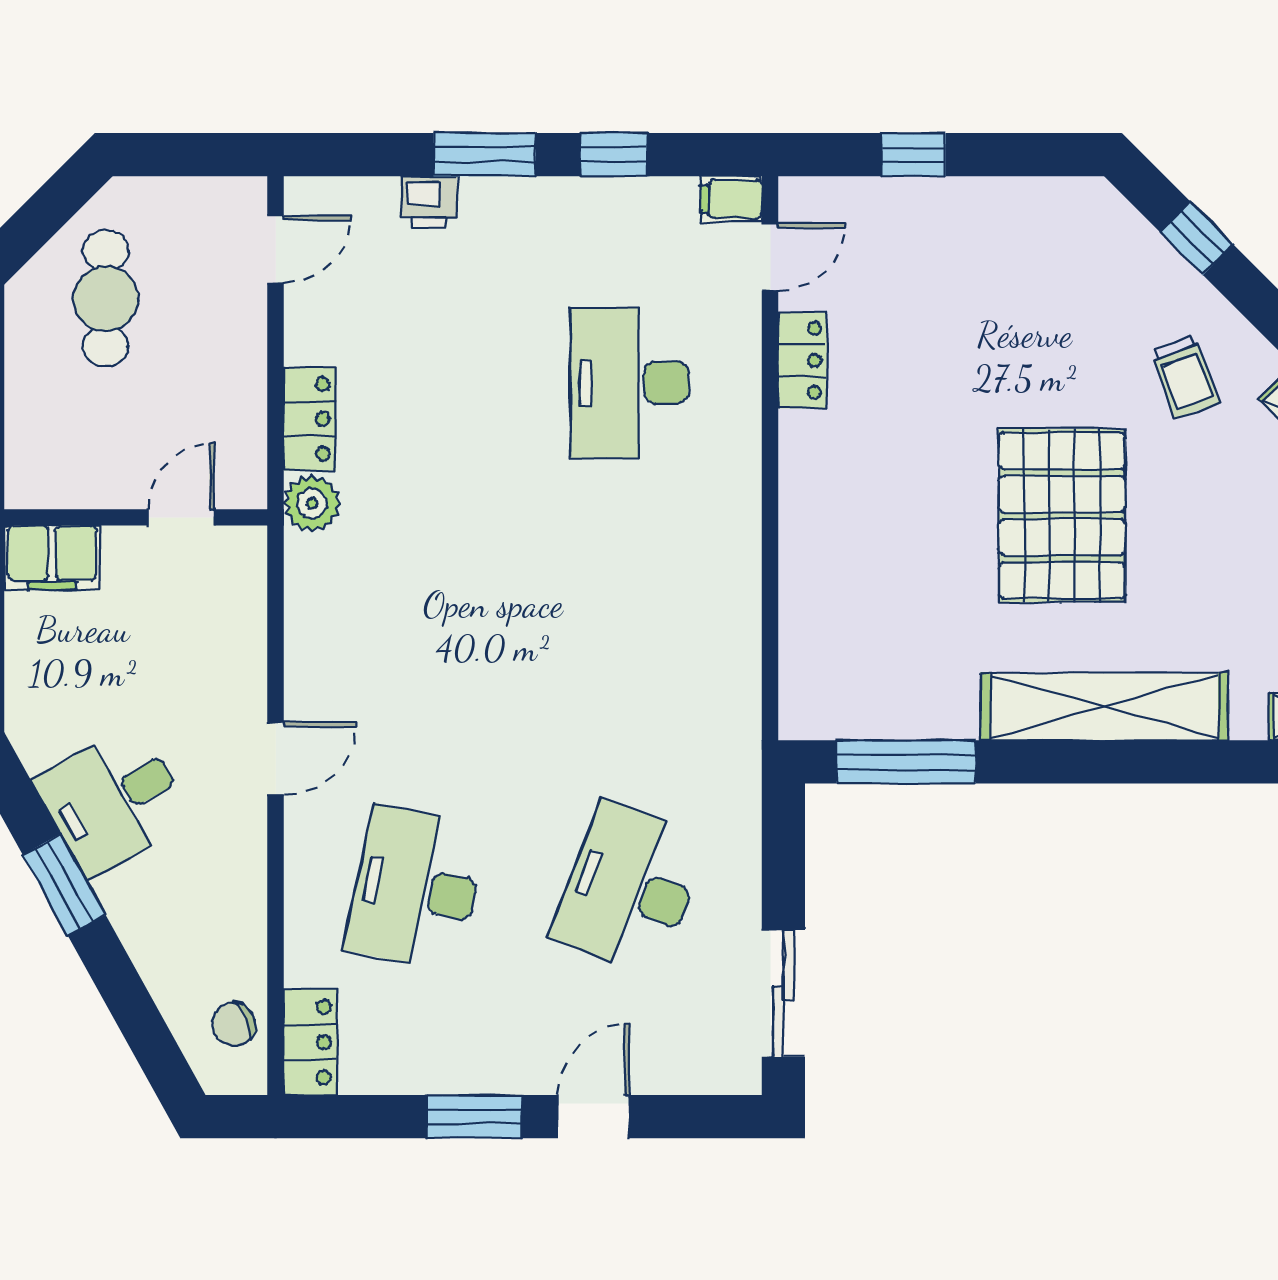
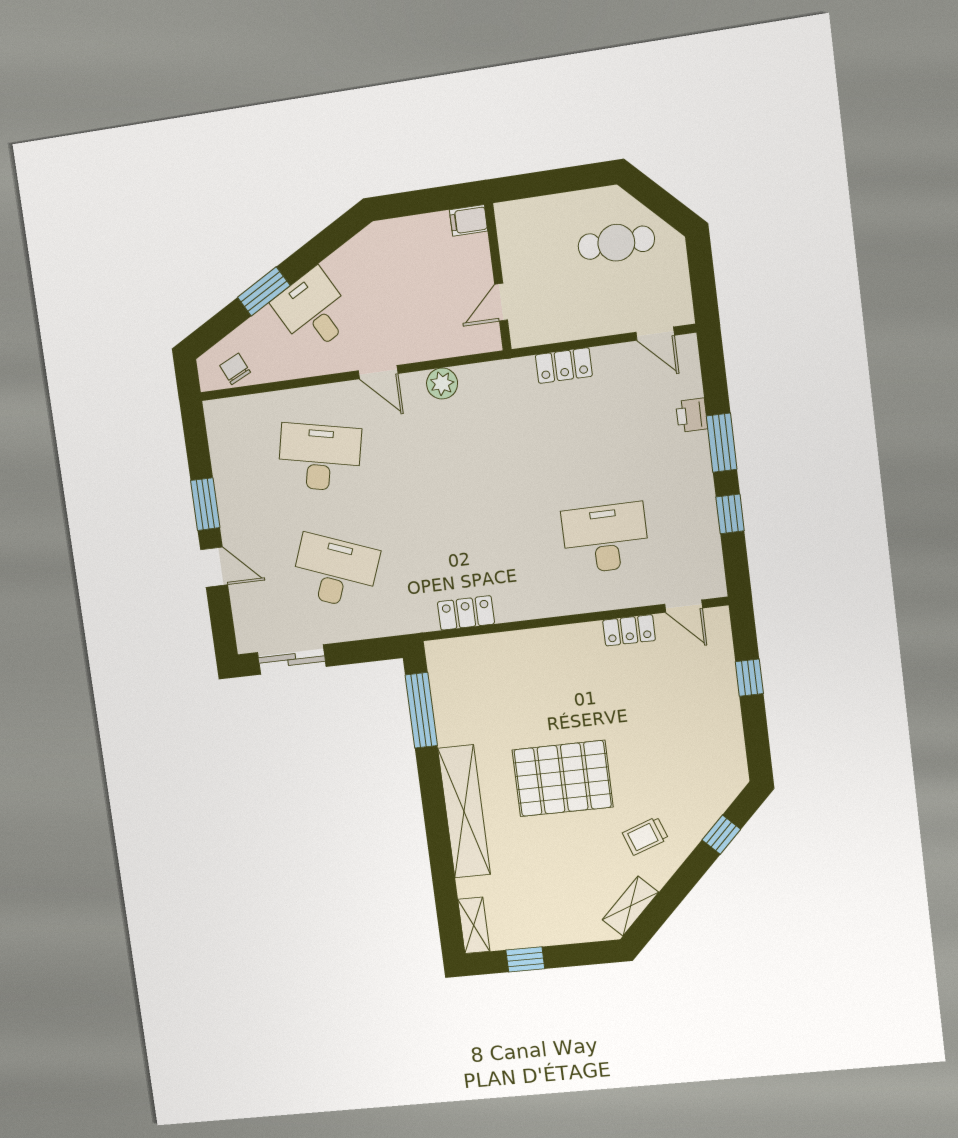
filing cabinet: (731, 199) -> (713, 581), removed
plant: (312, 503) -> (442, 383), moved
door: (181, 517) -> (501, 302), swing flipped
filing cabinet: (52, 557) -> (469, 220), width x0.50
desk: (113, 800) -> (313, 311), moved
window: (64, 885) -> (264, 291), moved
locker: (310, 1042) -> (466, 613), moved, turned 180

